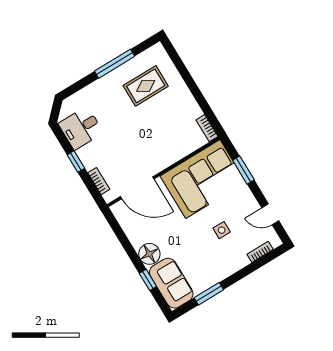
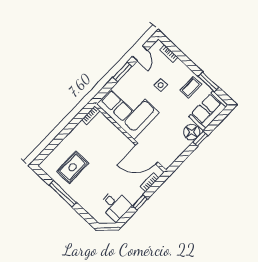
rug: (146, 86) -> (72, 167), turned 90
window: (243, 170) -> (122, 72), moved
door: (137, 188) -> (147, 154), swing flipped
coffee table: (208, 269) -> (191, 87), added
window: (148, 280) -> (200, 139), moved

